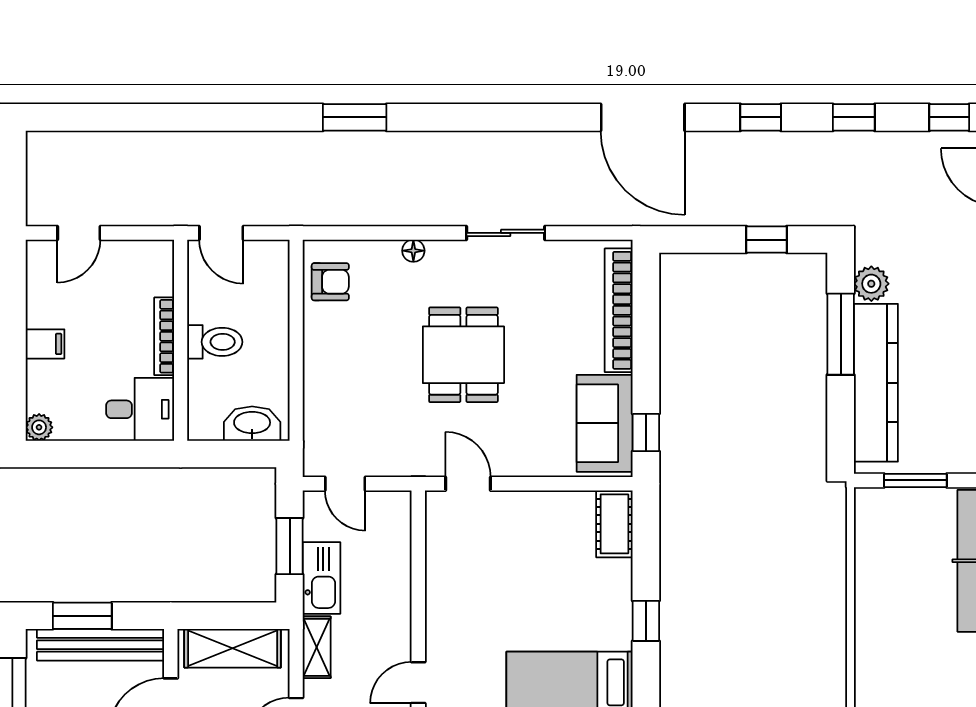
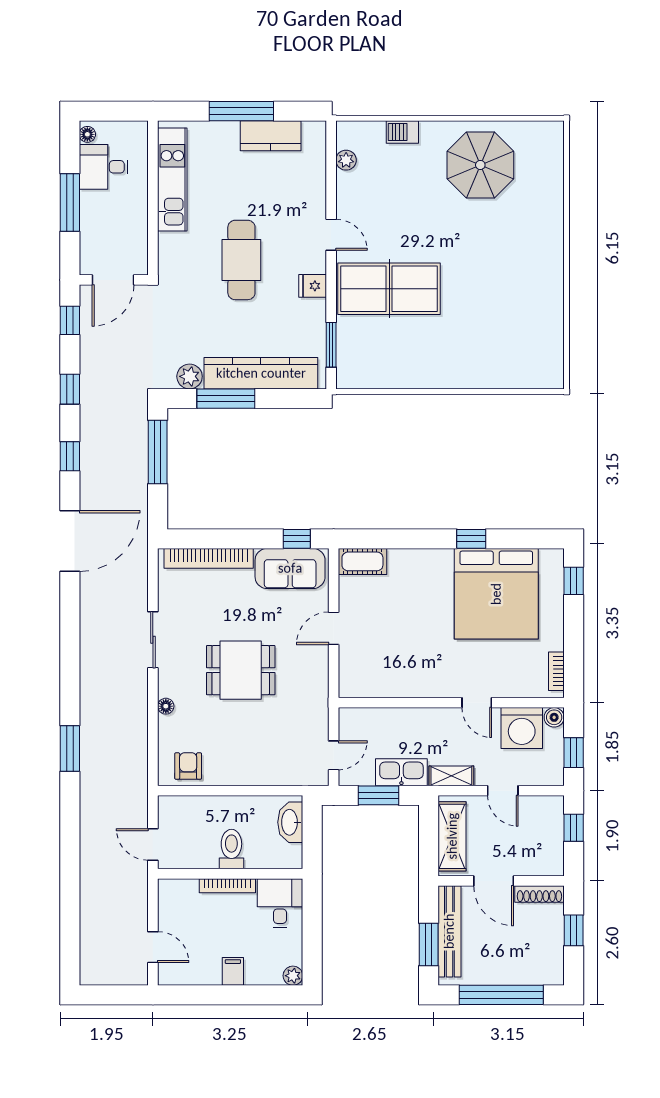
door: (221, 233) -> (153, 844), swing flipped
window: (767, 240) -> (158, 452), width x2.17
door: (468, 484) -> (334, 628), moved
window: (646, 621) -> (471, 539), moved

